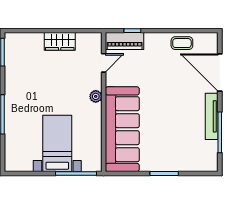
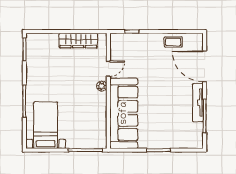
wardrobe: (60, 41) -> (78, 40), width x1.50
piano: (125, 41) -> (126, 40), removed
door: (104, 63) -> (108, 69), moved
bed with nightstands: (57, 143) -> (46, 125), moved

